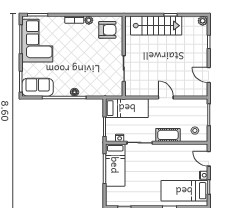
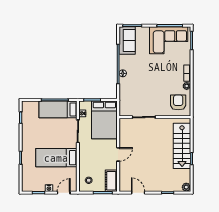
armchair: (107, 30) -> (178, 102), turned 180
door: (209, 75) -> (138, 193), hinge flipped
bed: (127, 108) -> (104, 120), width x1.50
cot: (168, 135) -> (111, 181), moved
bed: (184, 191) -> (56, 158), moved, turned -90

